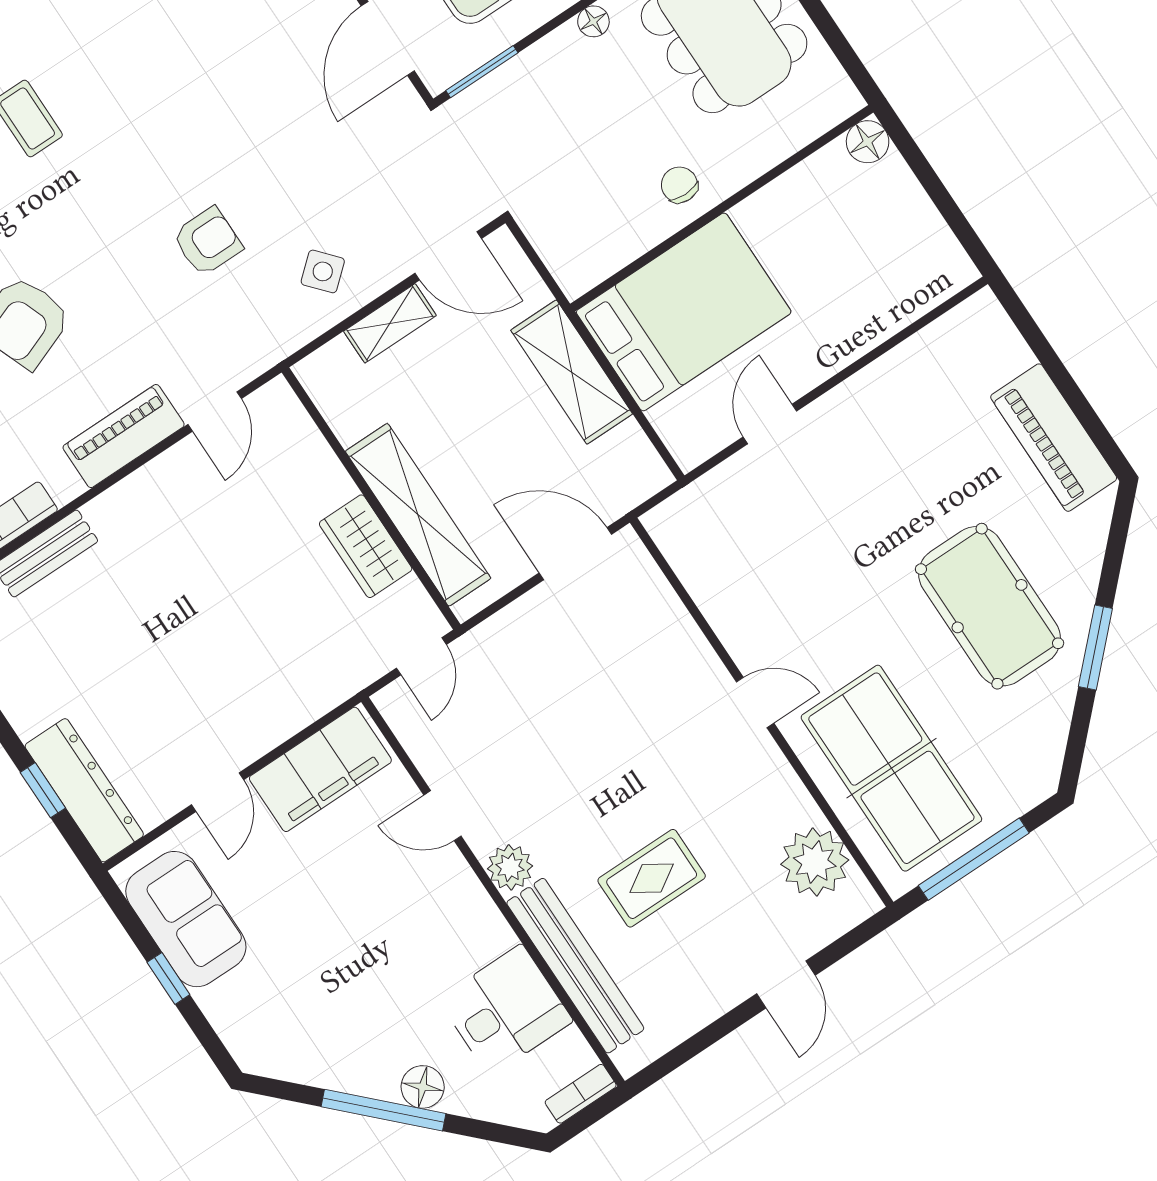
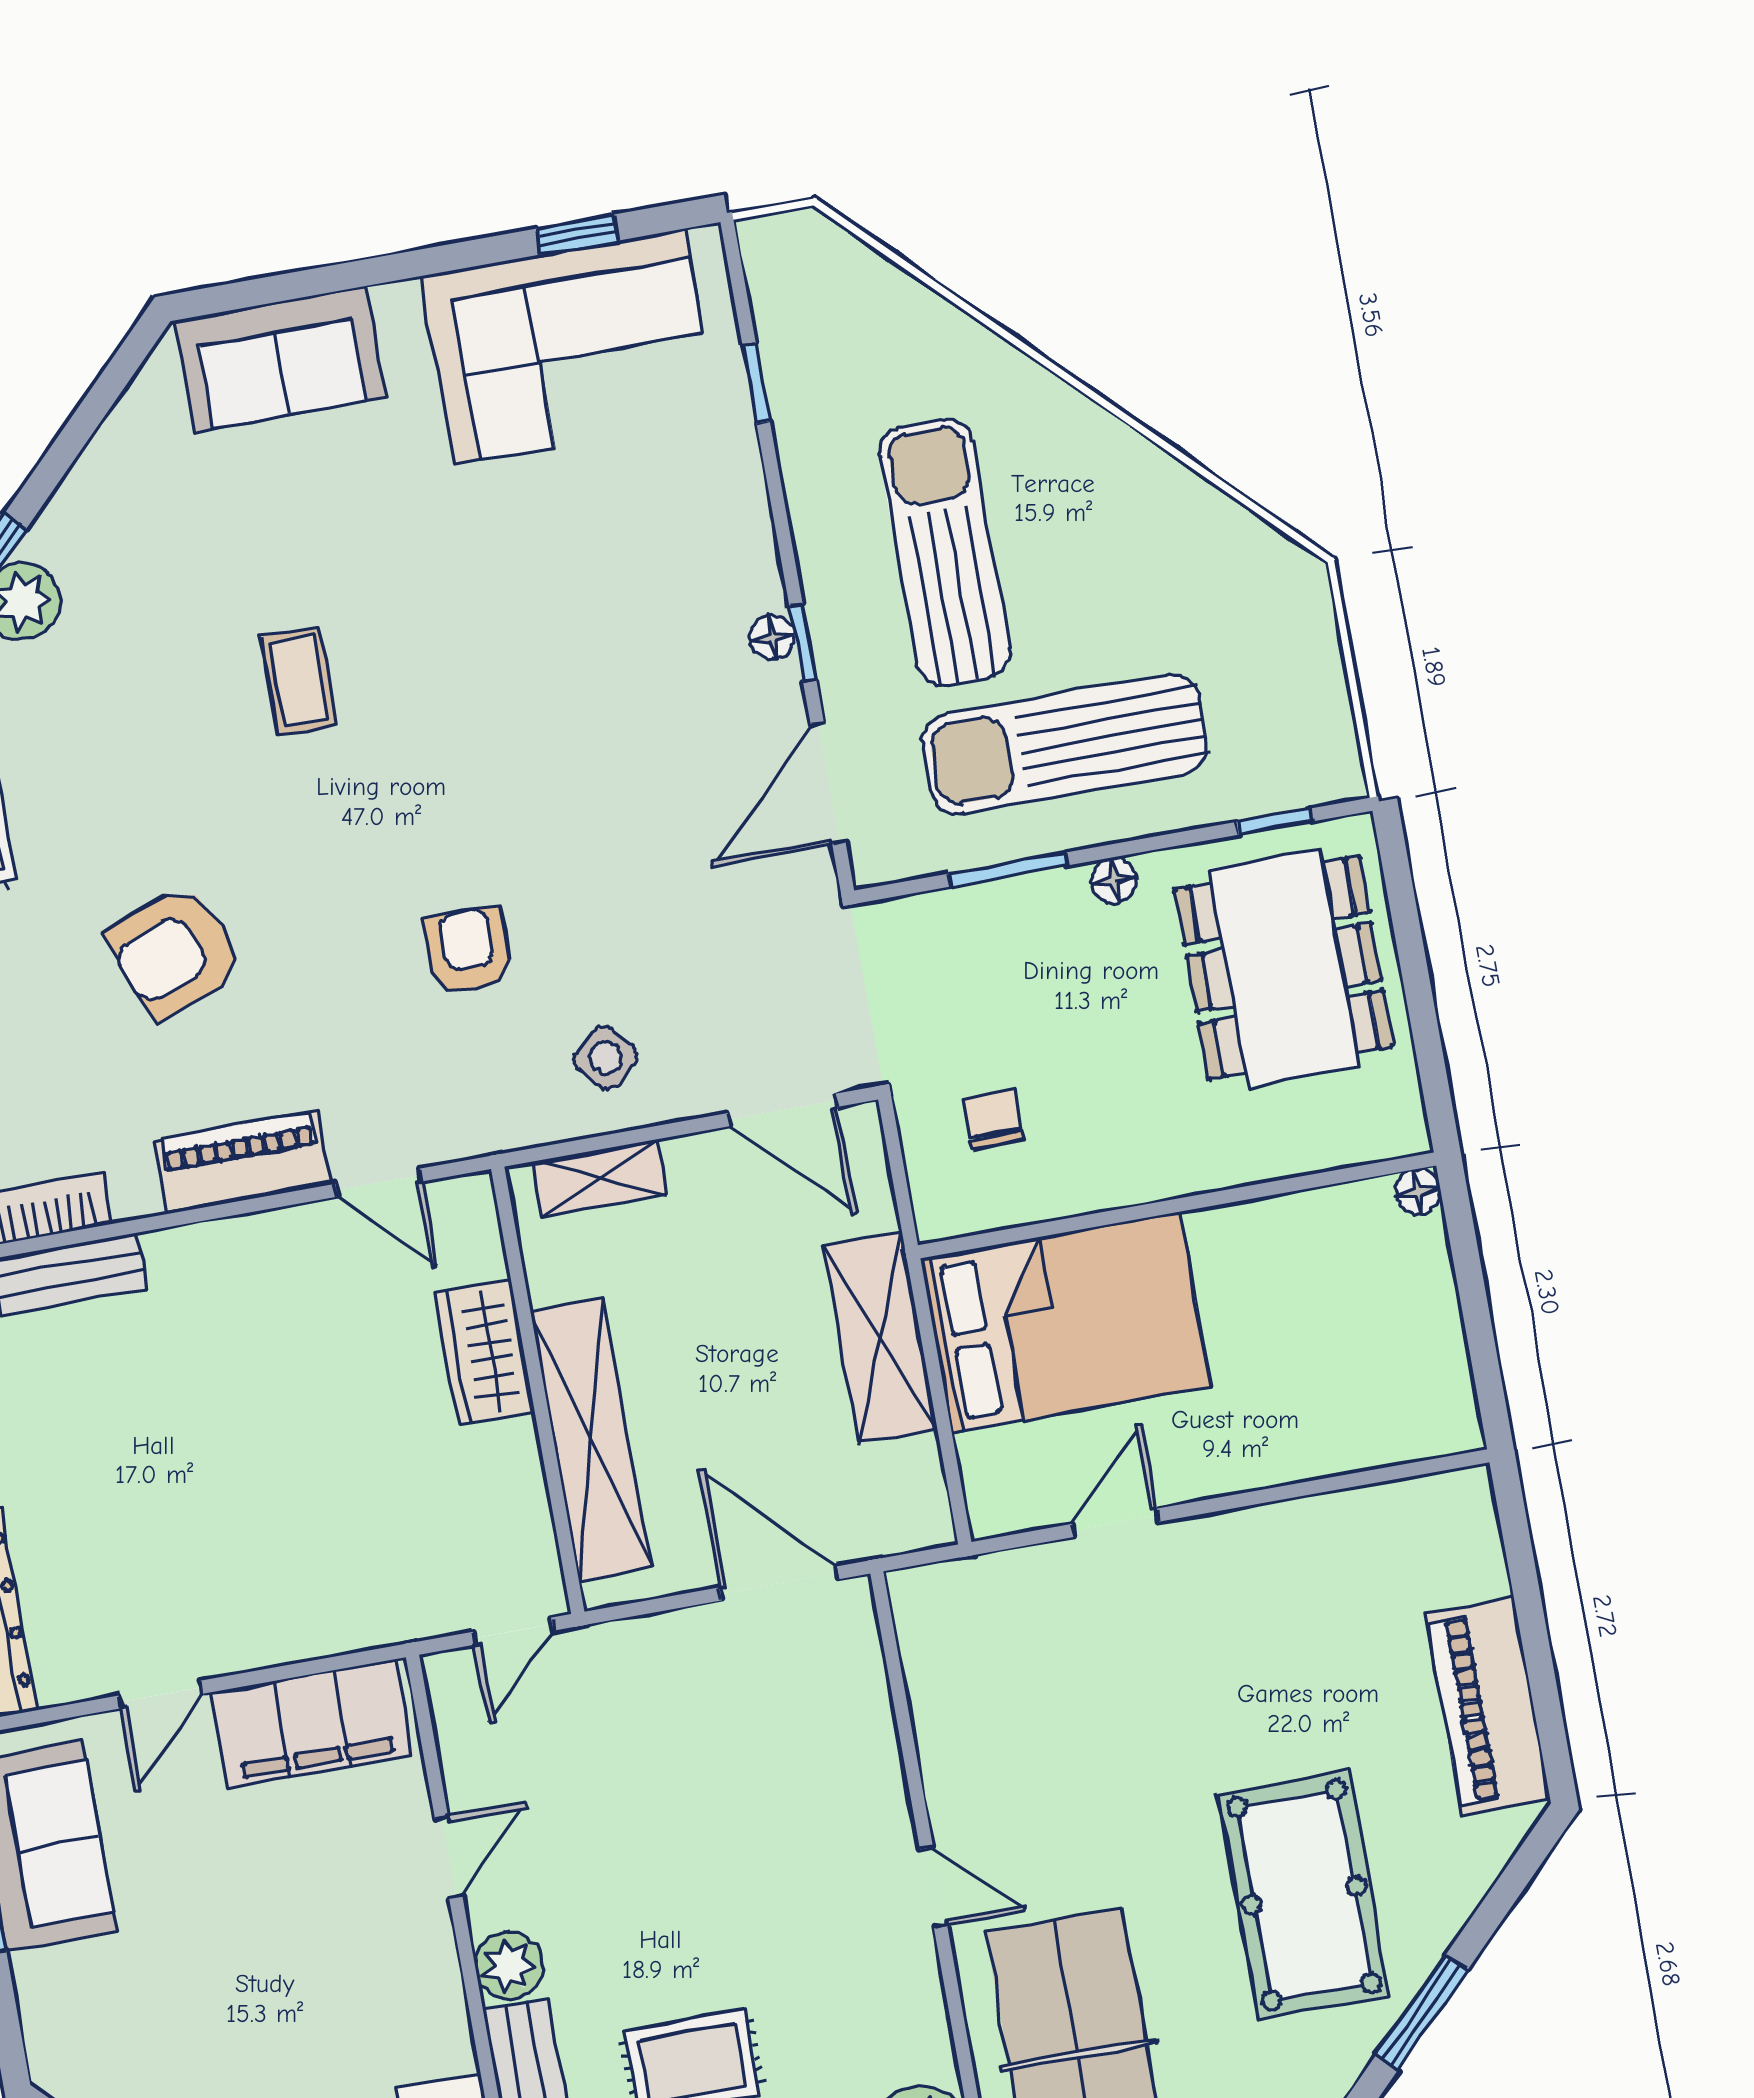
window: (482, 72) -> (1008, 870), moved
floor lamp: (868, 142) -> (1418, 1192), width x0.73, depth x0.73
chair: (679, 185) -> (994, 1119), moved
armchair: (207, 241) -> (468, 950), turned -90
shelving: (390, 323) -> (600, 1178), moved
door: (215, 412) -> (379, 1183), hinge flipped
wardrobe: (366, 546) -> (485, 1352), moved
door: (442, 816) -> (449, 1857), swing flipped

